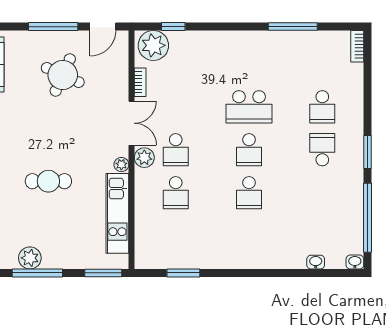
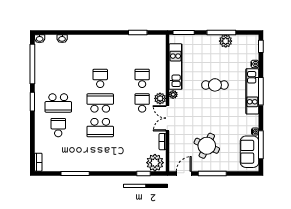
school desk: (249, 107) -> (100, 128), turned 180
school desk: (249, 150) -> (100, 103), width x1.85
school desk: (322, 150) -> (58, 103), width x1.85

